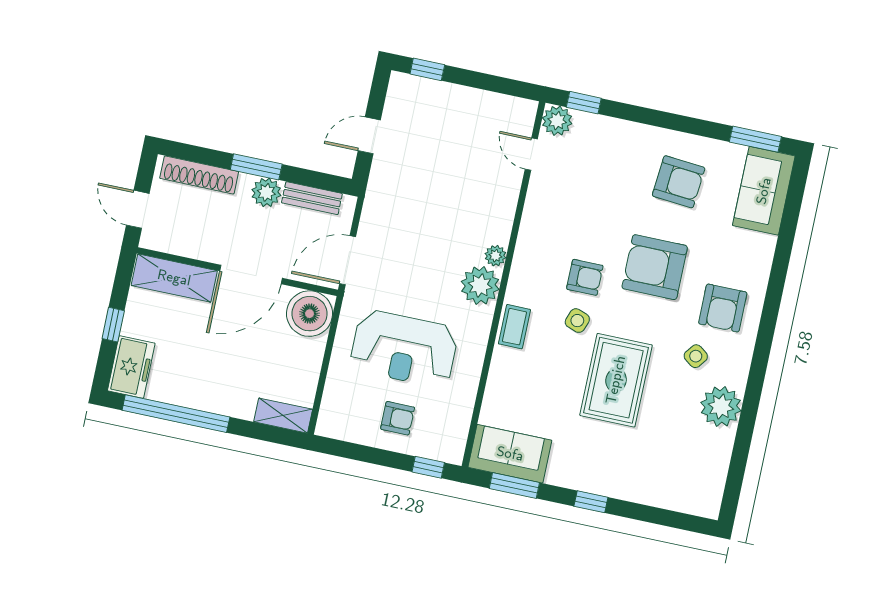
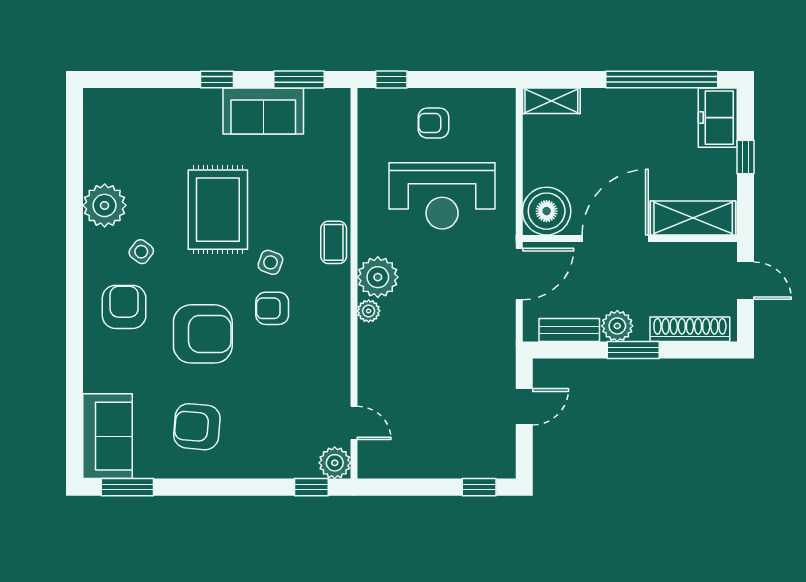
reception desk: (404, 349) -> (442, 196), turned 180
sofa: (510, 454) -> (263, 111), moved

